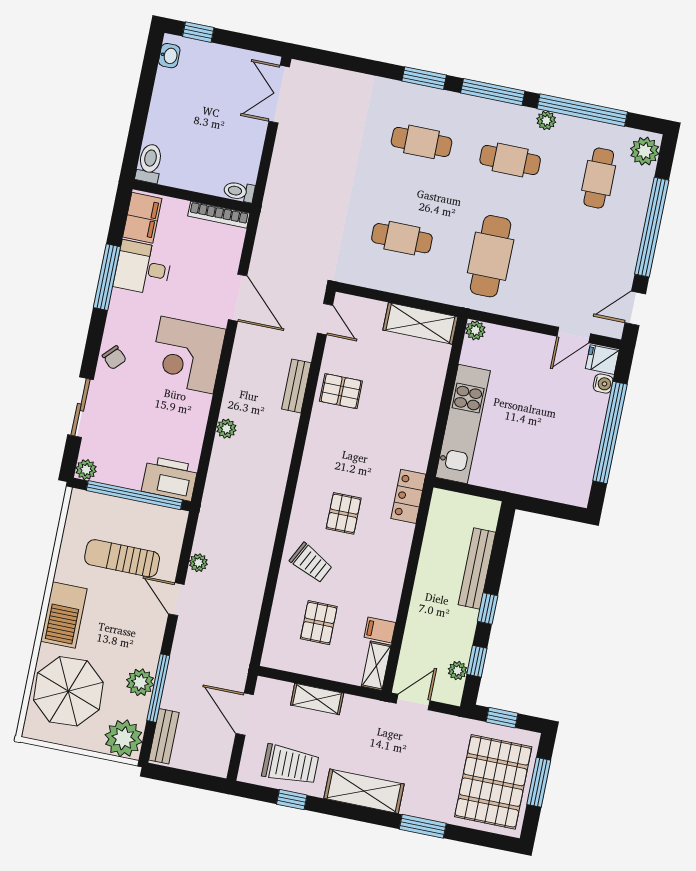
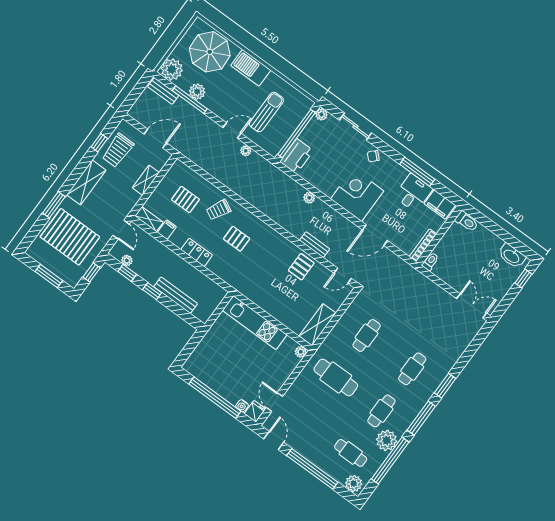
washbasin: (169, 56) -> (512, 256), width x1.91, depth x1.45
plant: (546, 120) -> (387, 440), width x1.88, depth x1.88
locker: (408, 496) -> (197, 252), moved
pallet: (493, 782) -> (70, 237), moved

